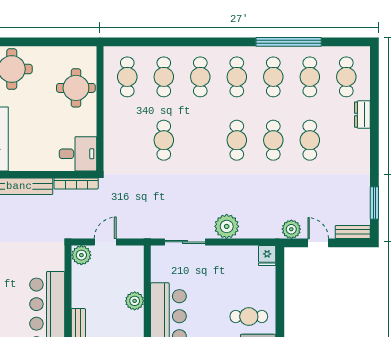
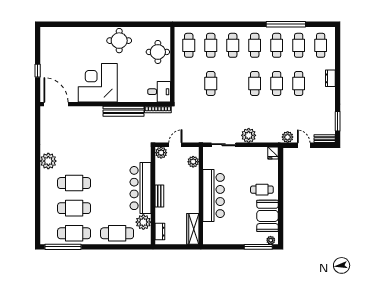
dresser: (362, 115) -> (330, 78), moved
plant: (135, 301) -> (193, 162), moved

